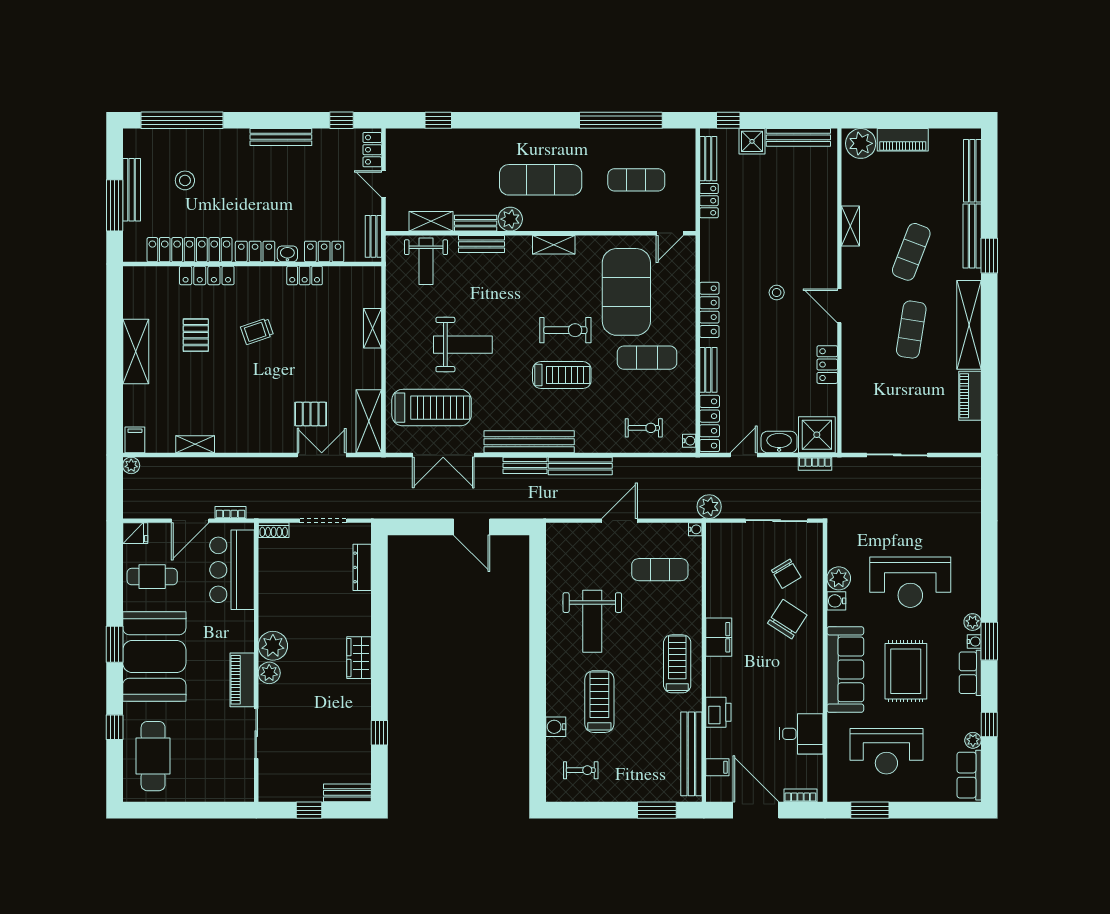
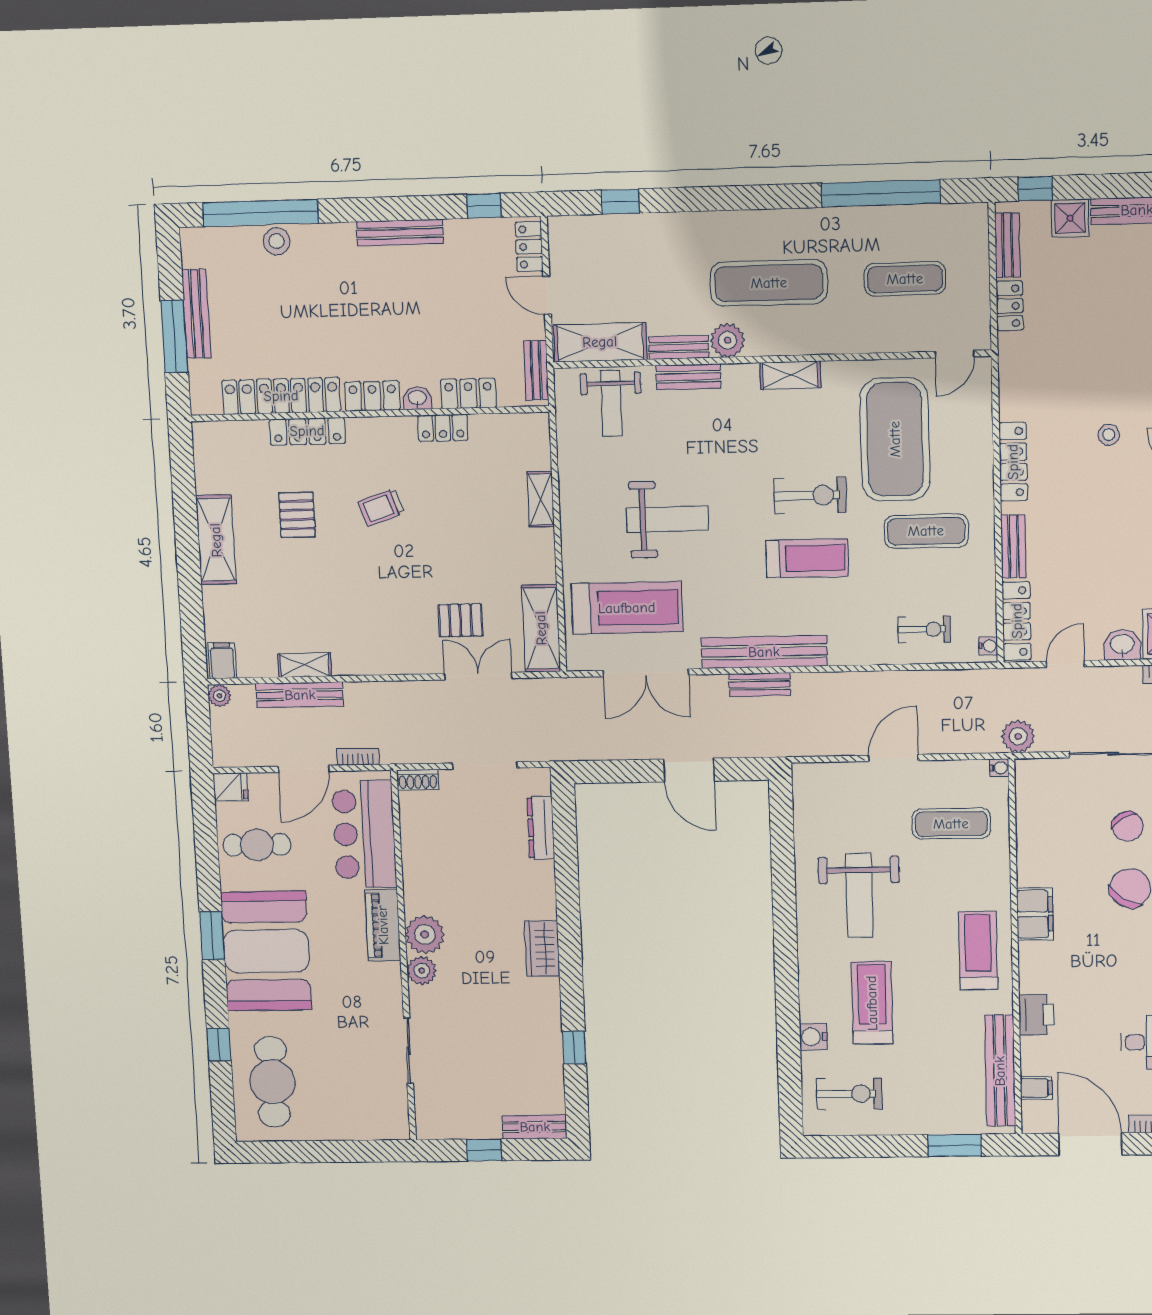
stool: (185, 180) -> (277, 241), moved
shelving: (431, 221) -> (600, 342), width x1.50, depth x1.33
washbasin: (779, 442) -> (1122, 645), width x0.72
bench: (580, 466) -> (300, 695), moved
piano: (242, 680) -> (383, 925), moved
exercise bike: (581, 770) -> (849, 1094), width x1.38, depth x1.39

